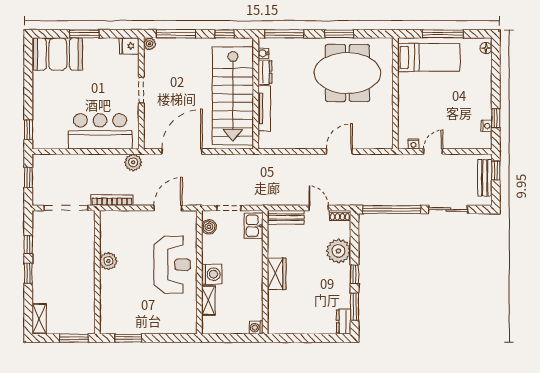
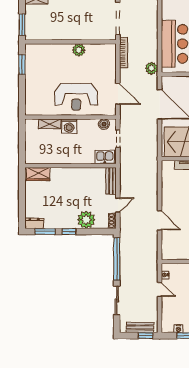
wardrobe: (277, 274) -> (38, 174), moved
washing machine: (256, 328) -> (30, 159), removed

